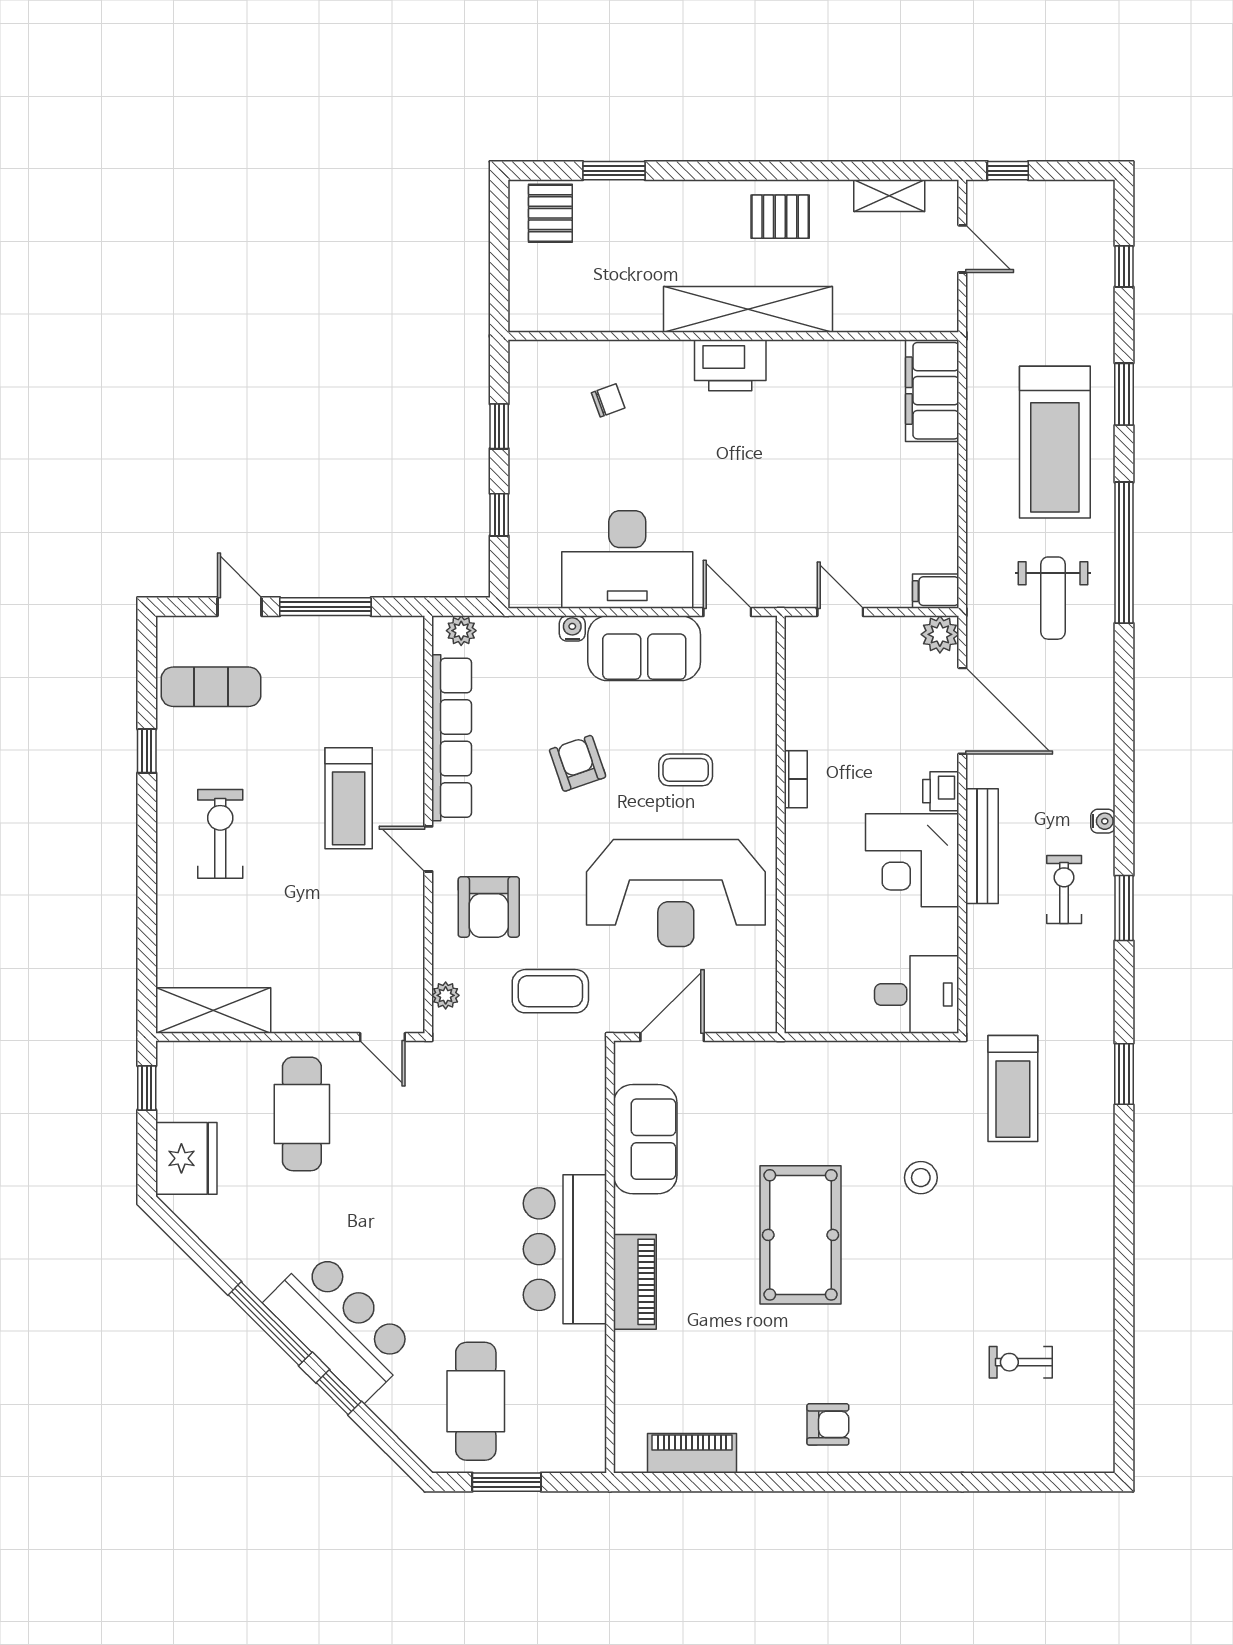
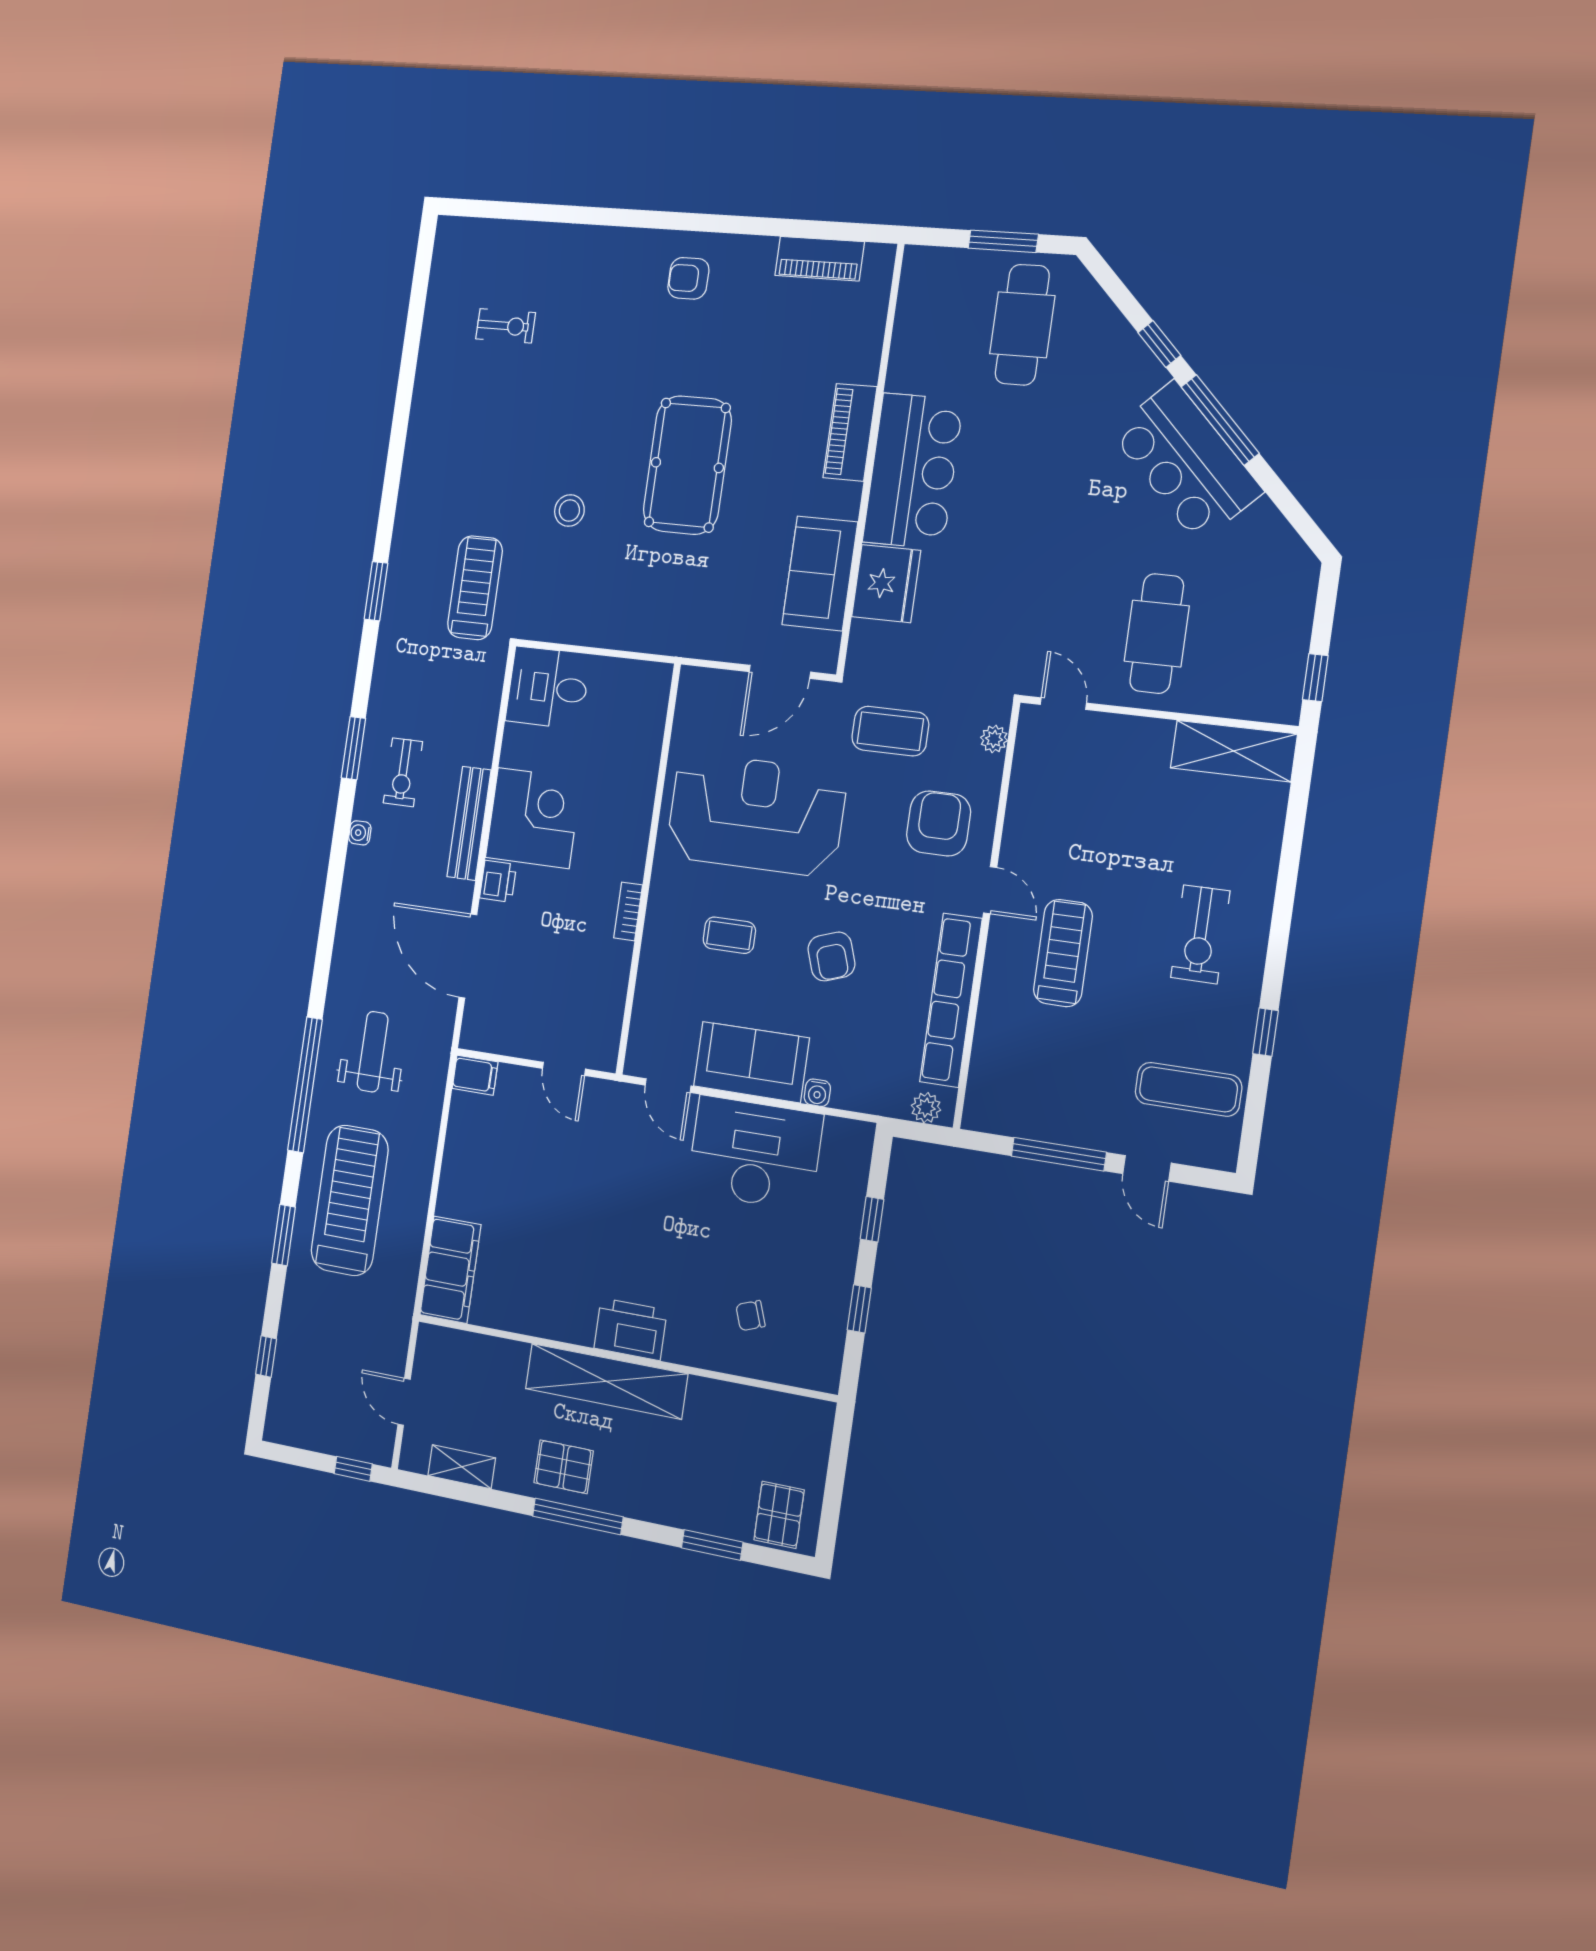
window: (758, 171) -> (578, 1516), added
plant: (940, 634) -> (477, 1033), removed
fridge: (186, 1158) -> (886, 584), moved, turned 180
bar counter: (341, 1325) -> (1186, 462), moved

